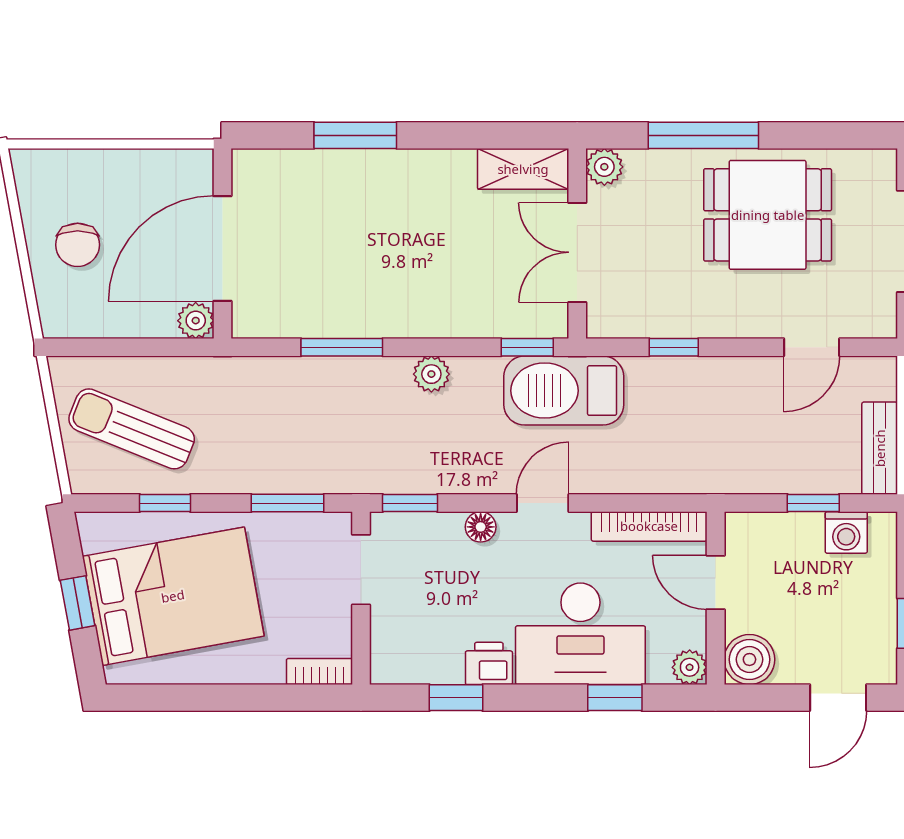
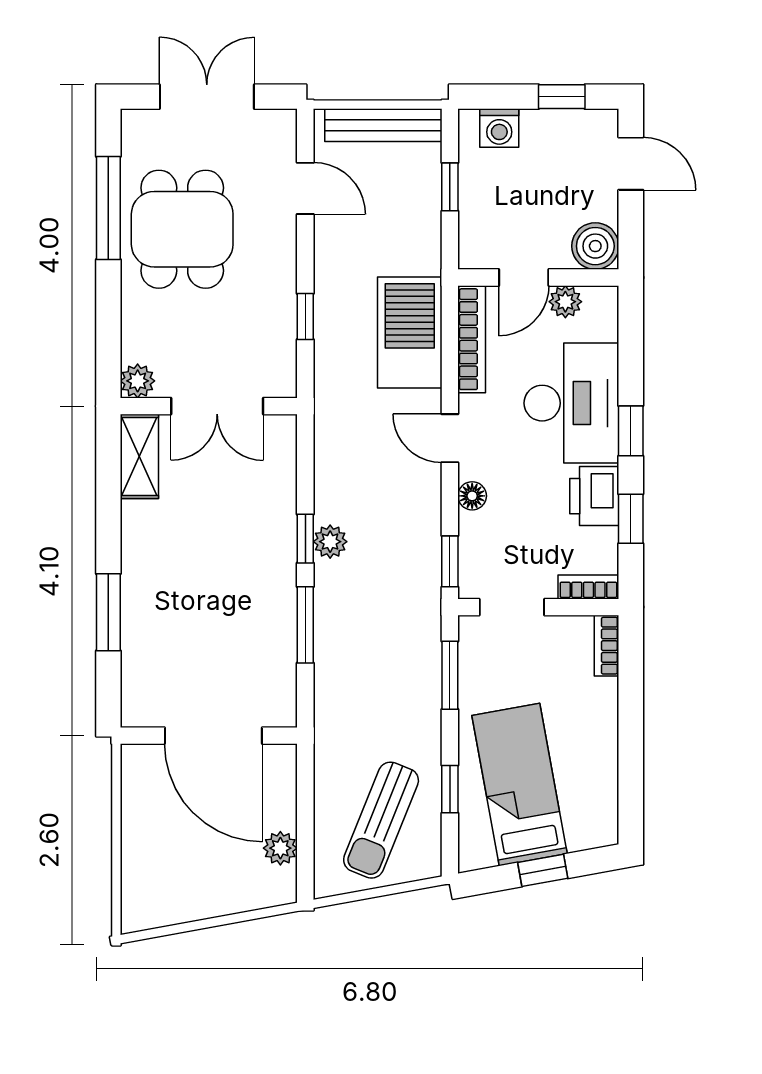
window: (703, 135) -> (108, 208), moved
chair: (78, 245) -> (210, 870), removed
plant: (196, 321) -> (280, 848), moved
window: (527, 347) -> (305, 539), moved
barbecue: (564, 391) -> (410, 333), moved, turned 180
bench: (880, 448) -> (383, 125), width x1.36
washing machine: (846, 533) -> (499, 128), moved, turned 90
bed: (173, 596) -> (520, 785), width x0.67
bookcase: (383, 652) -> (588, 587), added
printer: (489, 663) -> (594, 496), width x1.36, depth x1.24
plant: (690, 667) -> (565, 302), moved
window: (615, 698) -> (631, 431), moved

